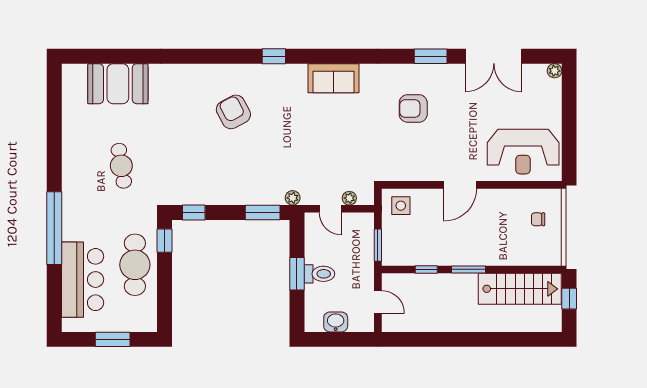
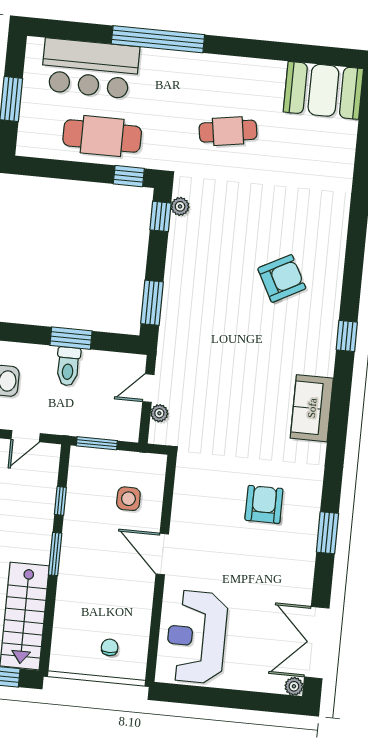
double door: (494, 56) -> (317, 643), moved
booth: (118, 84) -> (323, 90), moved, turned 90
plant: (293, 198) -> (180, 206), moved
side table: (401, 206) -> (128, 499), moved

